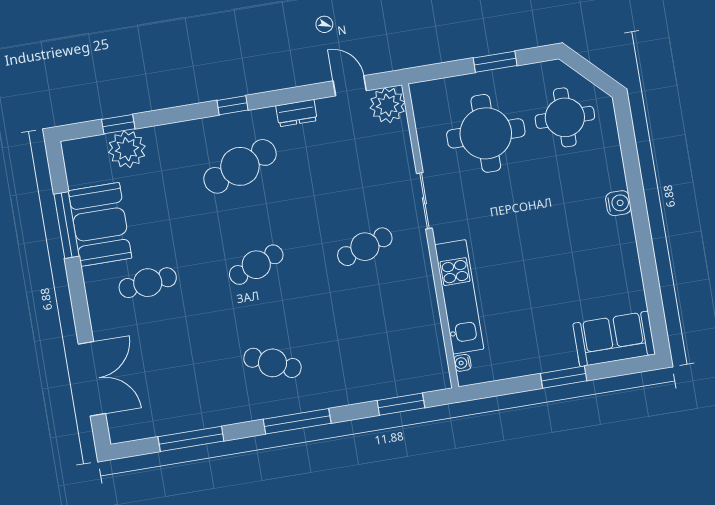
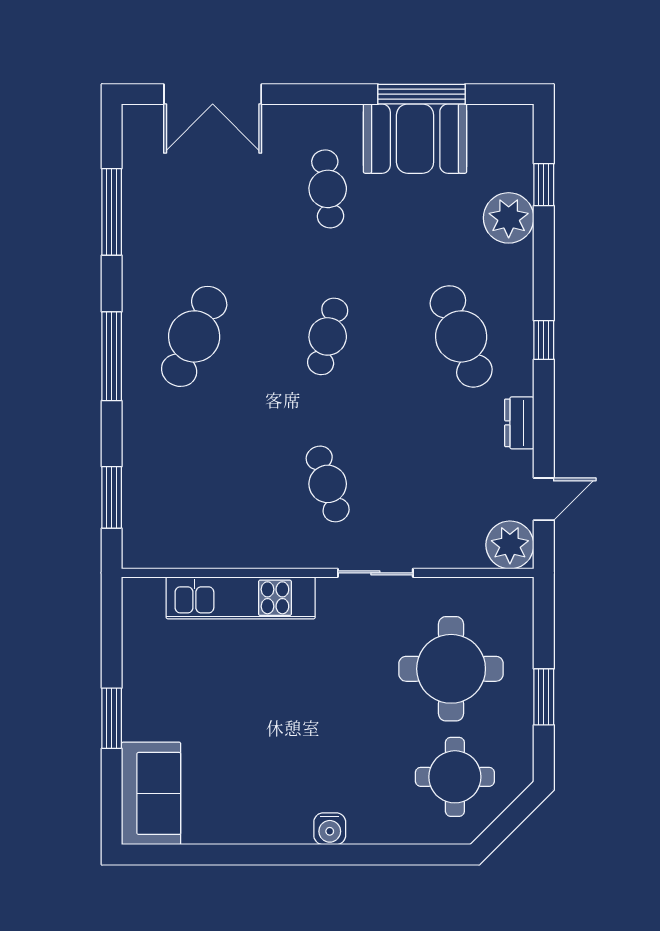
plant: (127, 149) -> (509, 218), moved
cafe table: (256, 265) -> (328, 336), turned 36
cafe table: (273, 363) -> (194, 336), width x1.37, depth x1.35
water cooler: (462, 363) -> (153, 588), removed

